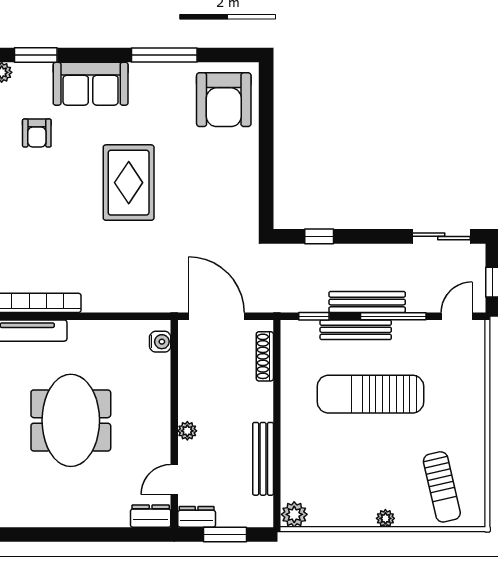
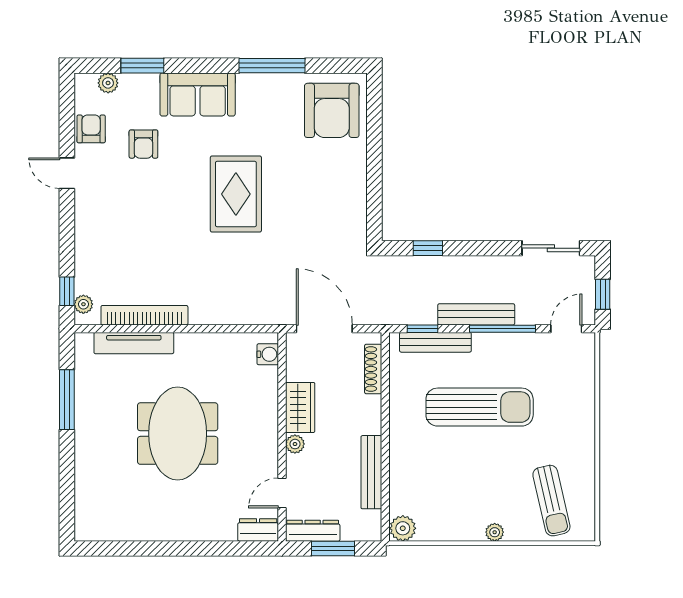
bench: (356, 330) -> (435, 342), moved
wardrobe: (192, 394) -> (300, 407), added
sun lounger: (370, 394) -> (480, 407), turned 180
dresser: (197, 517) -> (313, 531), width x1.44

